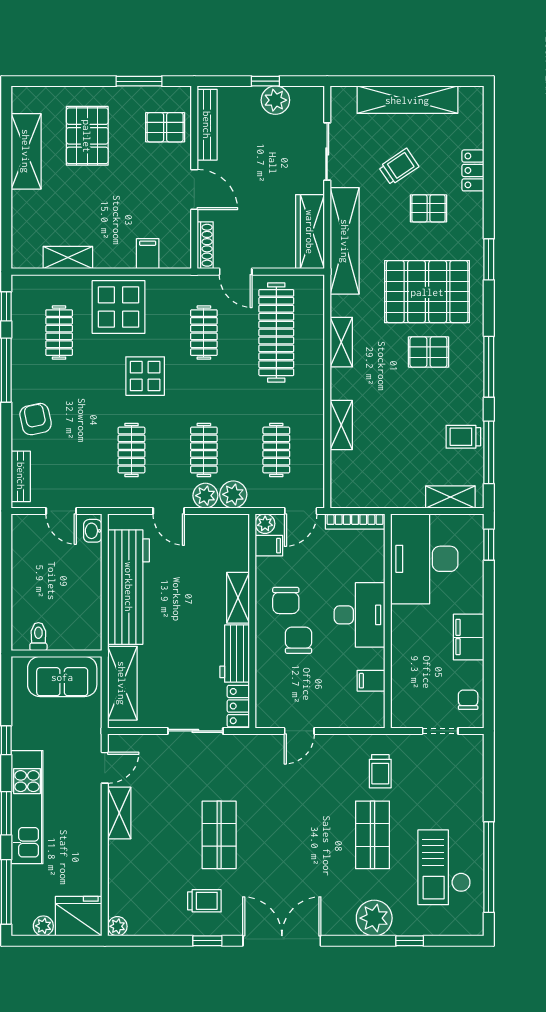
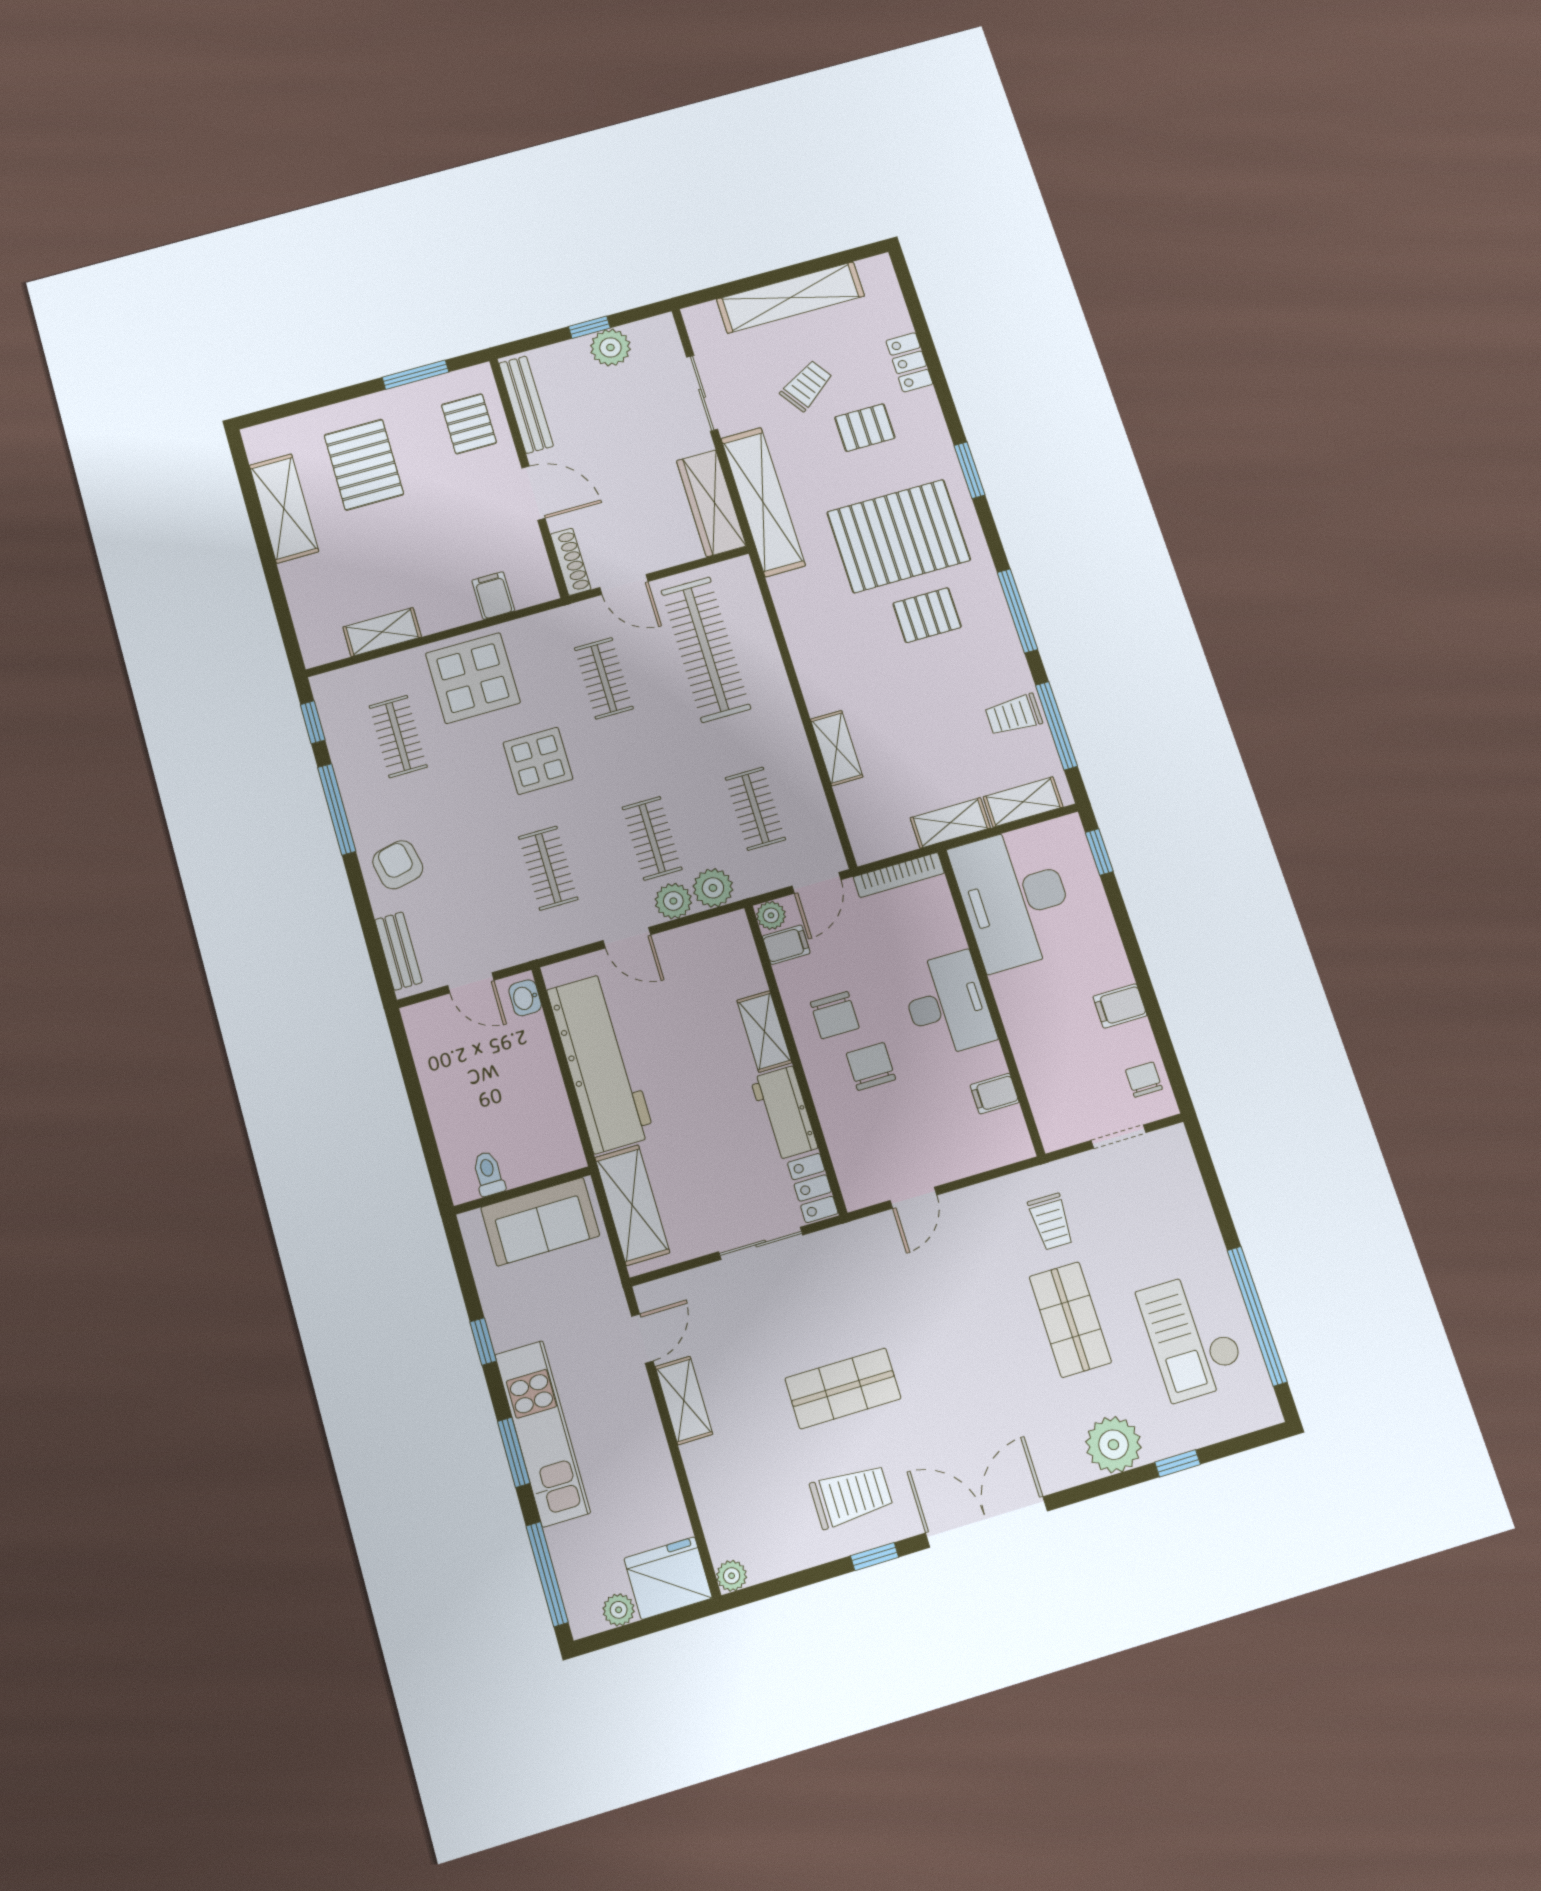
pallet: (165, 127) -> (469, 424), turned 90
shelving: (341, 342) -> (950, 823), moved, turned 90
filing cabinet: (469, 637) -> (1120, 1006), width x0.50
shop shelf: (219, 835) -> (843, 1388), turned 90
trolley: (204, 901) -> (851, 1496), width x1.36, depth x1.39

